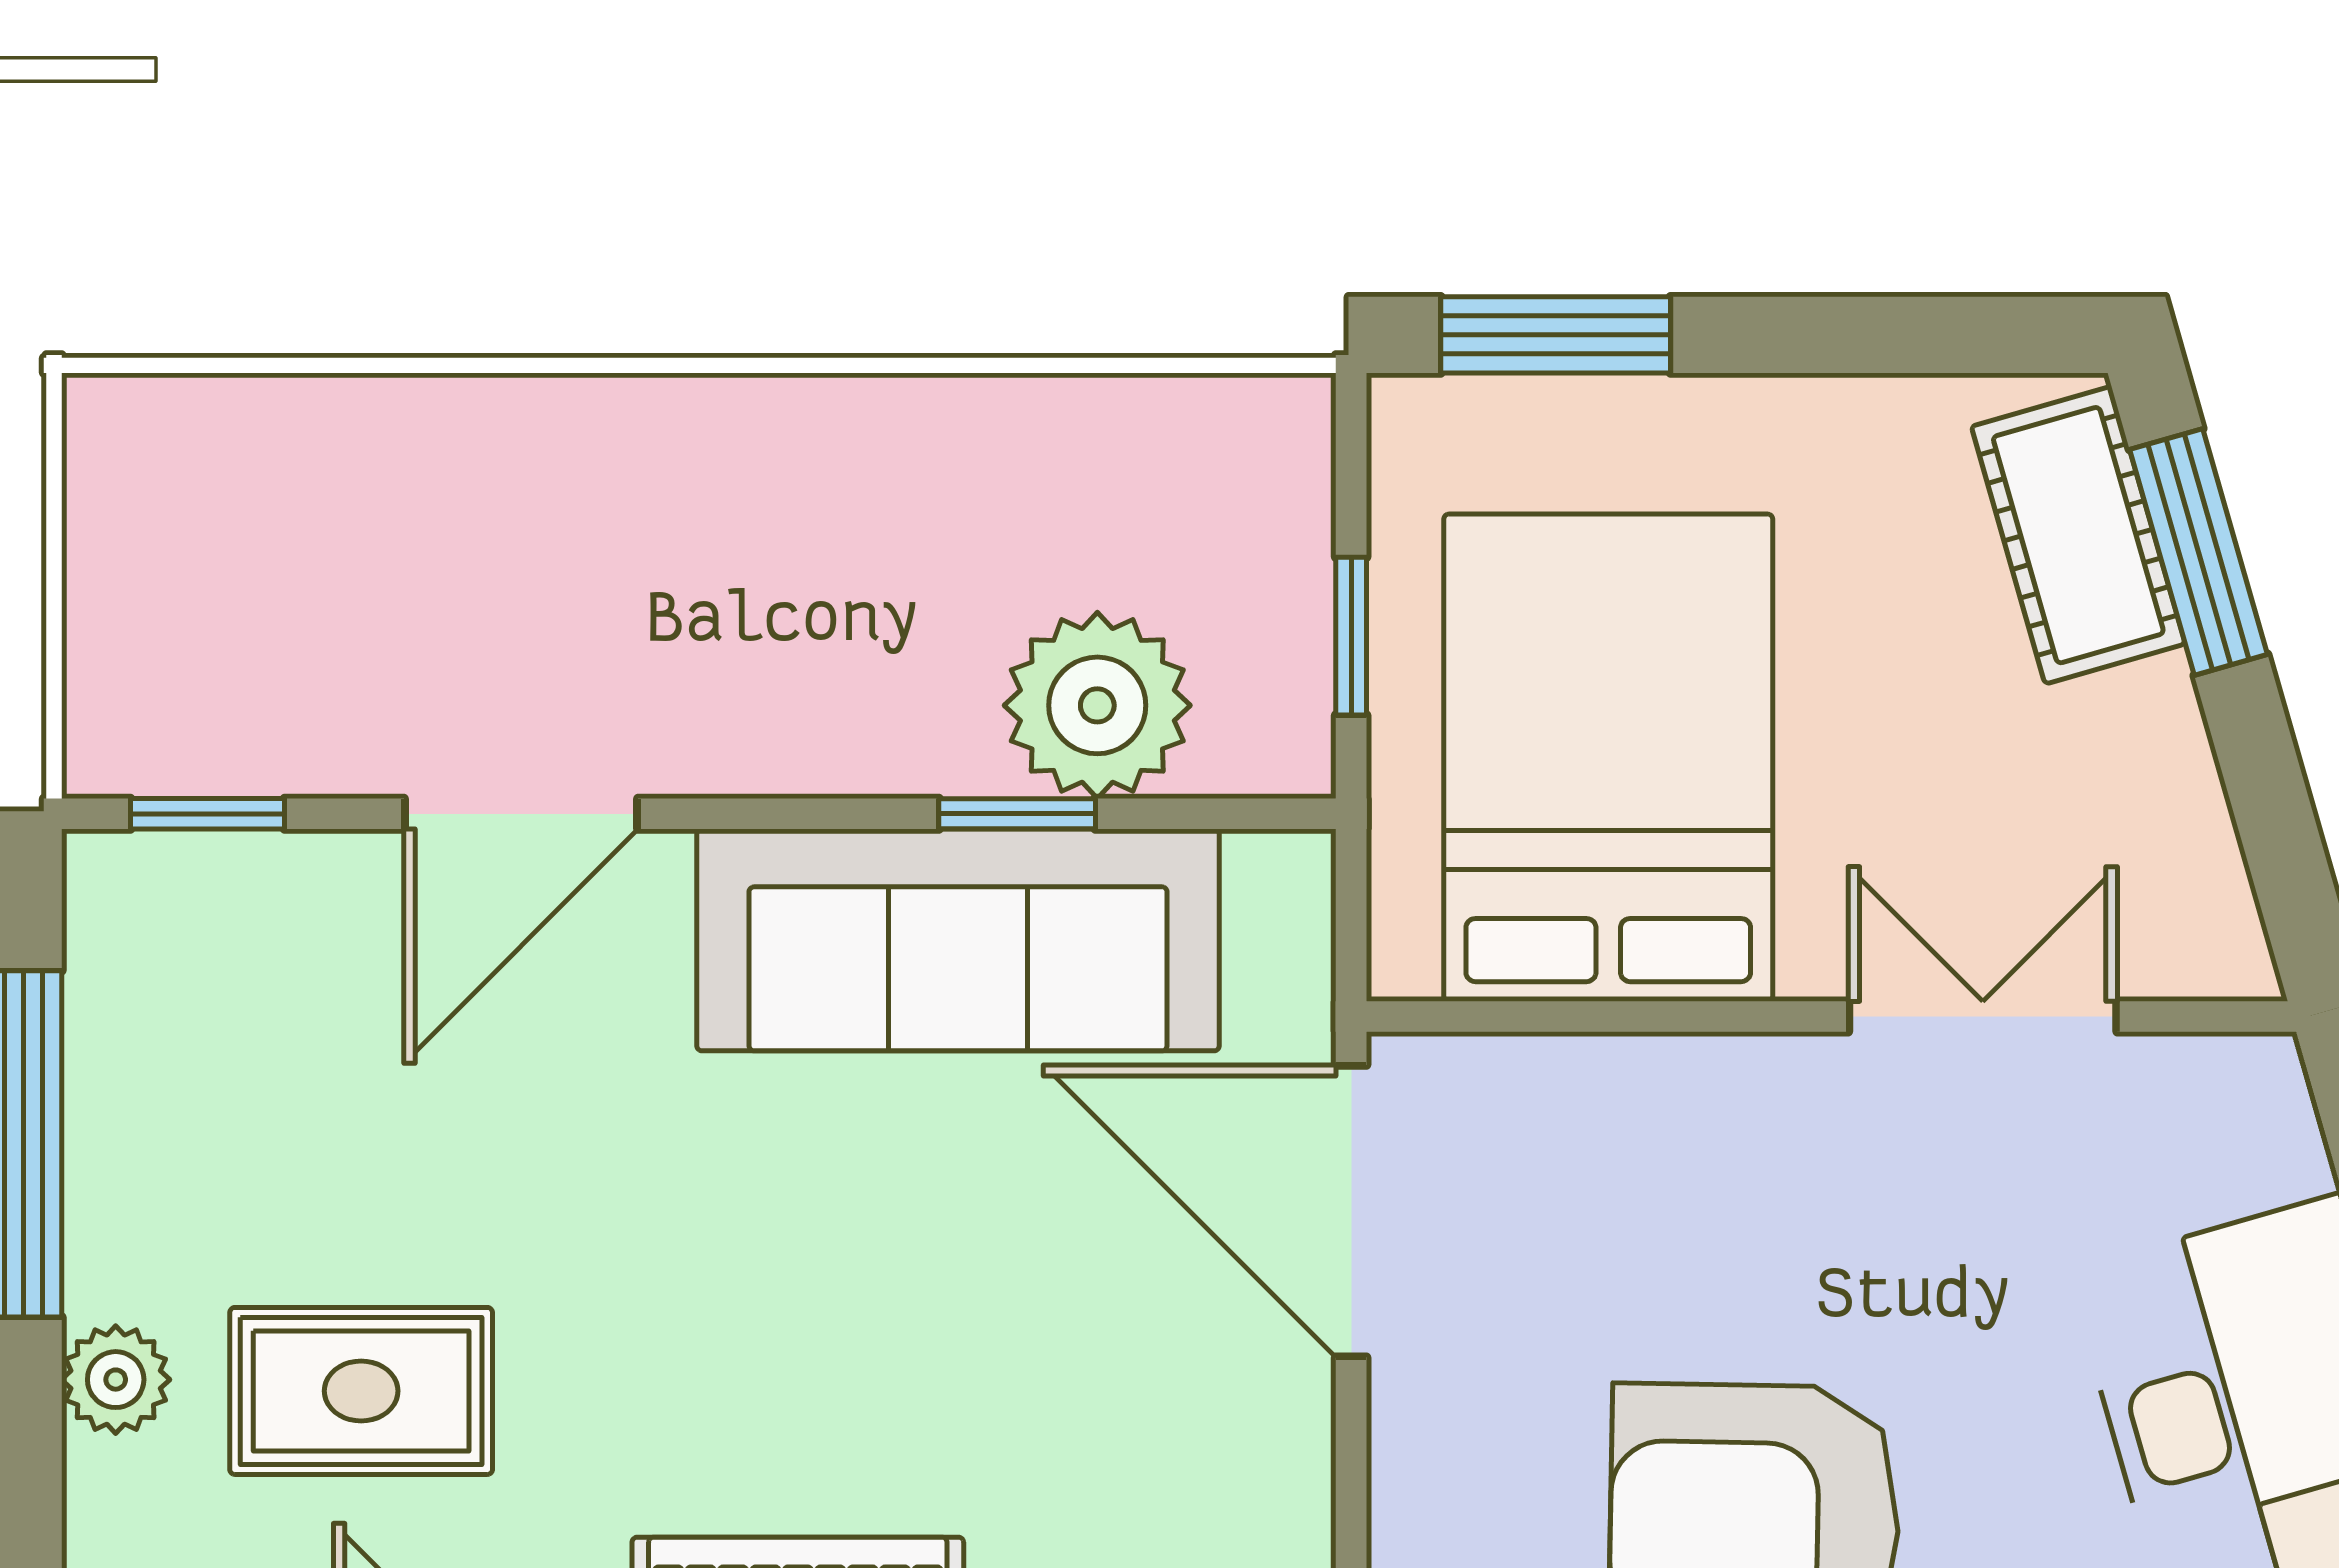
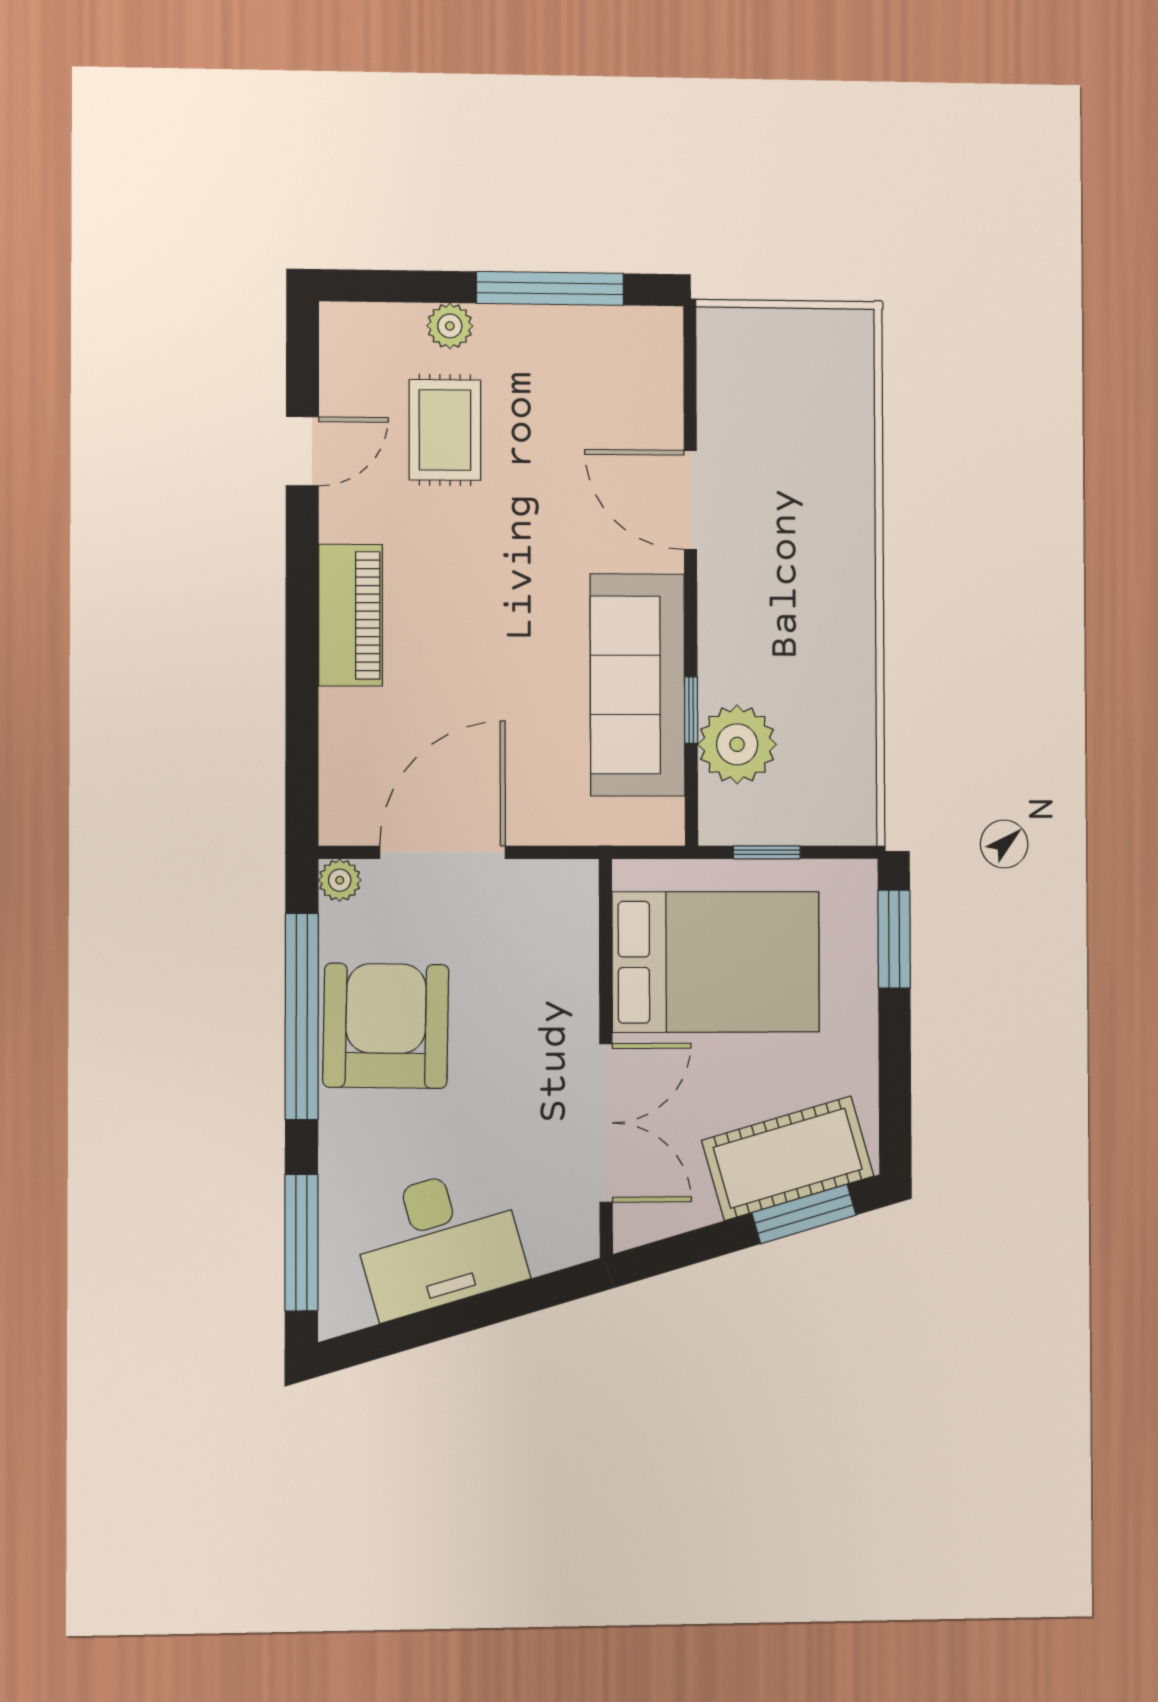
cot: (2078, 535) -> (788, 1158), width x1.37, depth x1.34
window: (207, 814) -> (690, 368), removed
double door: (1983, 1016) -> (606, 1123), width x1.37
door: (1351, 1211) -> (443, 852), moved

